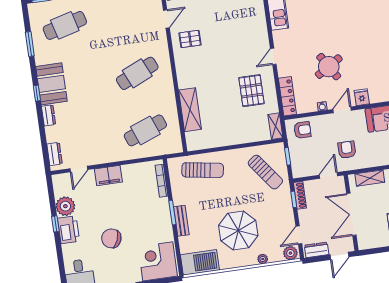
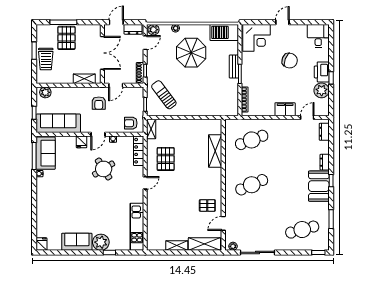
sun lounger: (203, 170) -> (212, 103), removed

